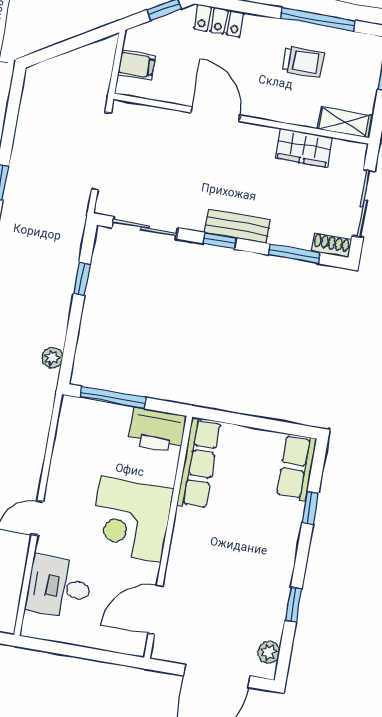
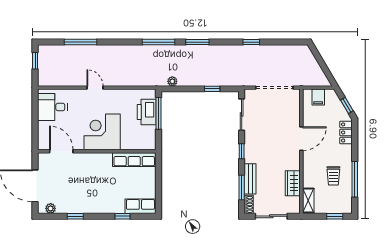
bench: (237, 226) -> (250, 179), moved
printer: (157, 430) -> (147, 112), moved
desk: (59, 587) -> (52, 107), moved, turned -90

